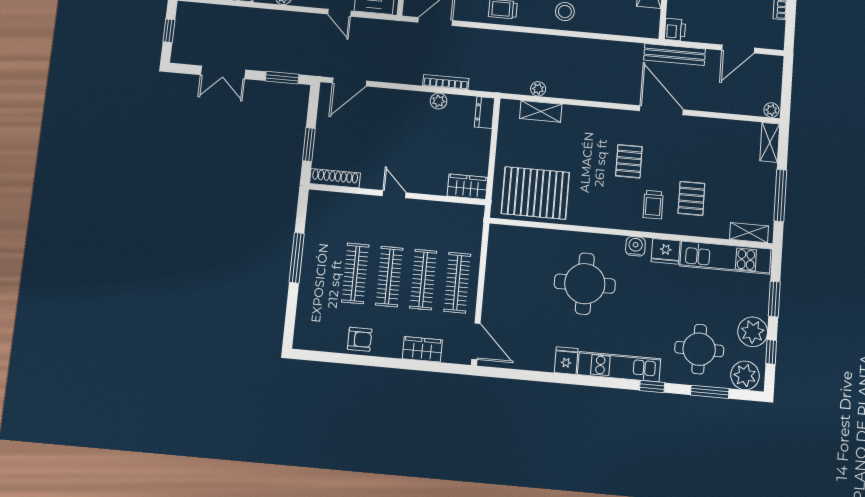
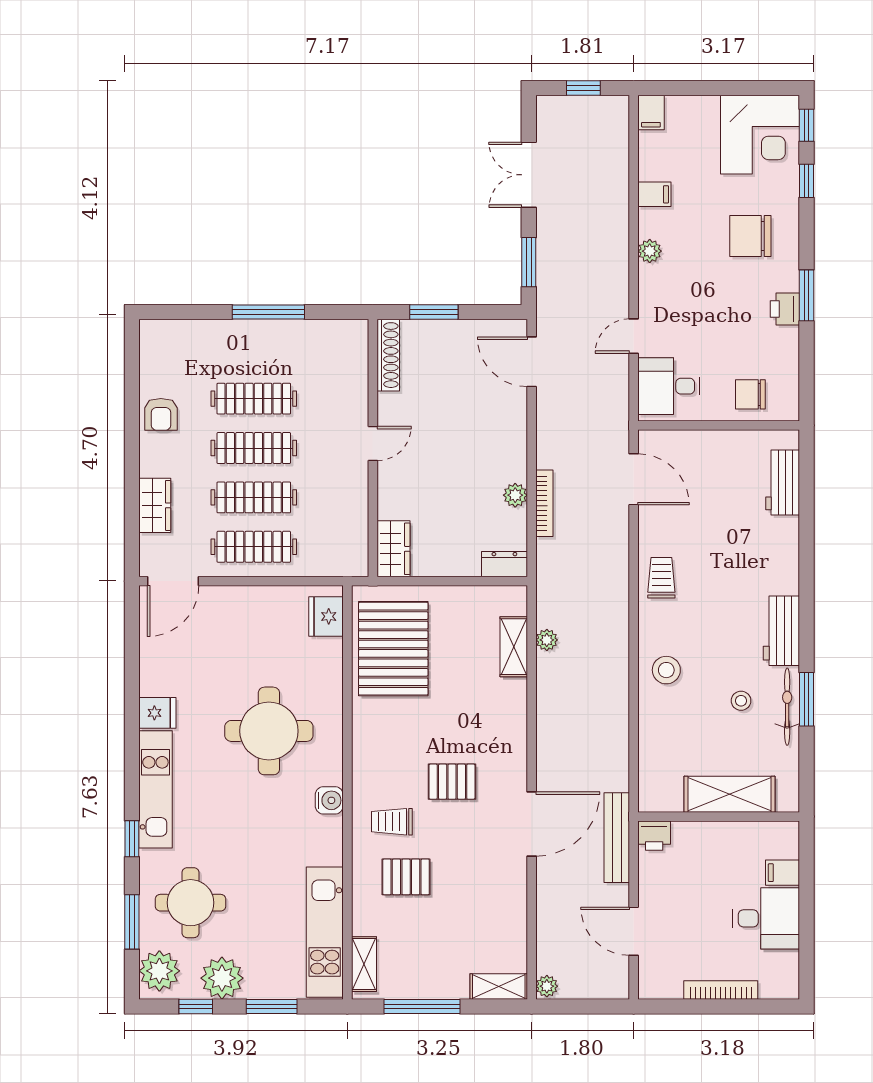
fridge: (666, 251) -> (326, 616), moved

